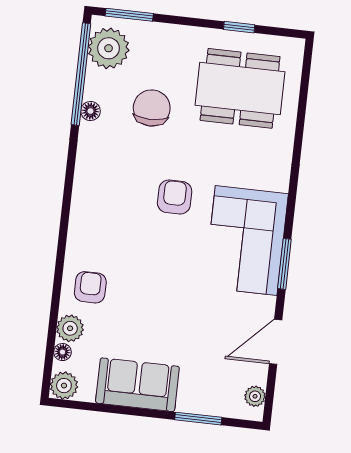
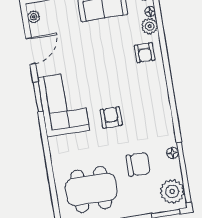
chair: (152, 108) -> (138, 164), turned -90
armchair: (175, 197) -> (111, 117), turned 180

